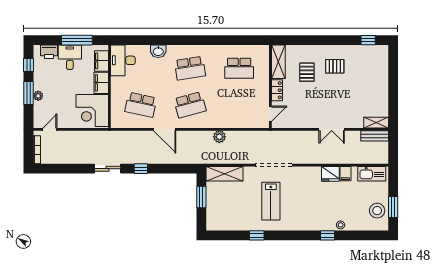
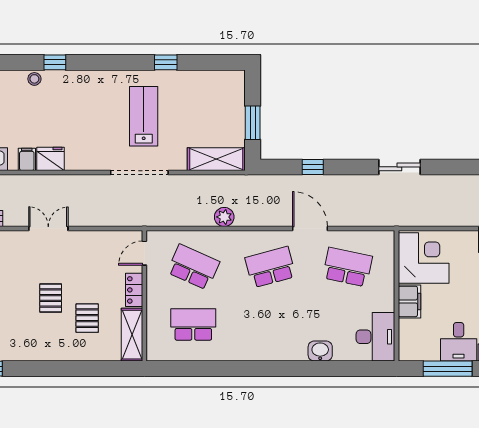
filing cabinet: (101, 61) -> (409, 336), removed
pallet: (335, 66) -> (51, 298), moved, turned 90
school desk: (190, 68) -> (193, 267), moved, turned 33
window: (141, 169) -> (313, 167), moved

